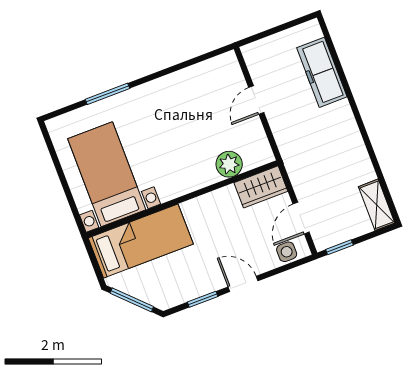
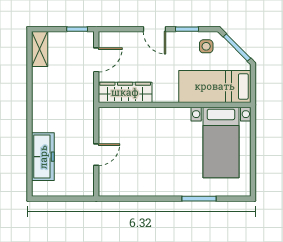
plant: (229, 164) -> (132, 117), removed
wardrobe: (261, 187) -> (125, 92), width x1.50
side table: (287, 252) -> (206, 46), moved

